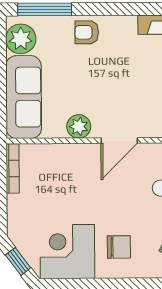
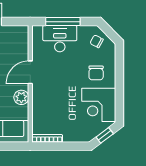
door: (119, 141) -> (30, 72), swing flipped
chair: (119, 247) -> (96, 73), turned 180

